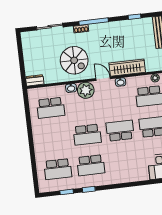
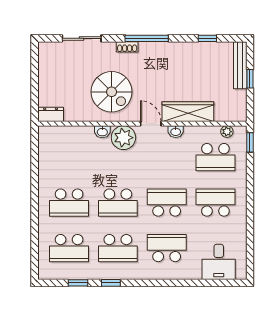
school desk: (51, 108) -> (69, 203), moved
school desk: (124, 161) -> (167, 248), added

